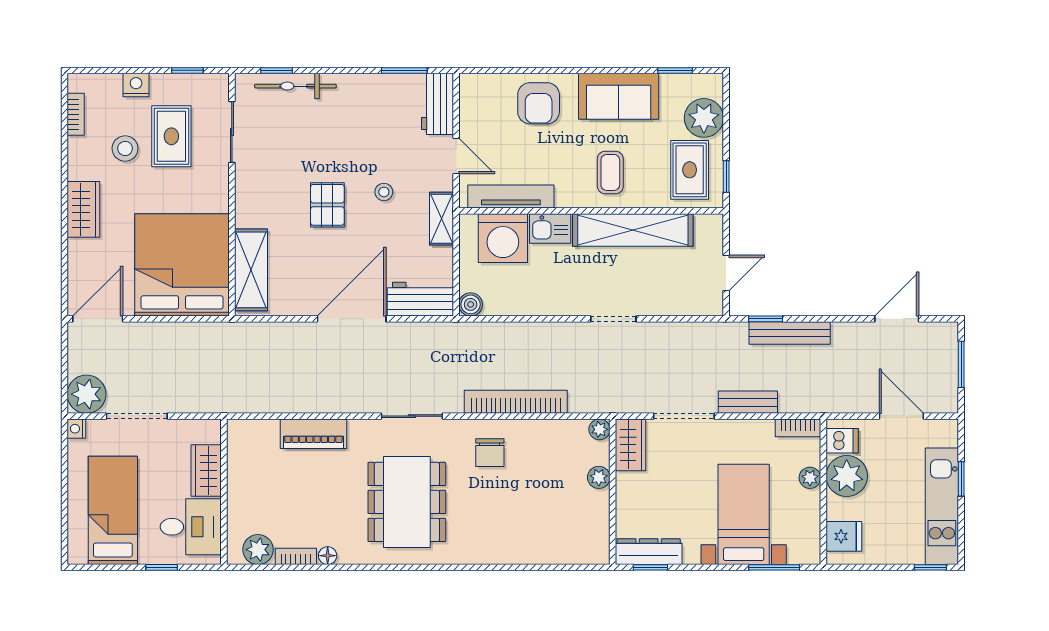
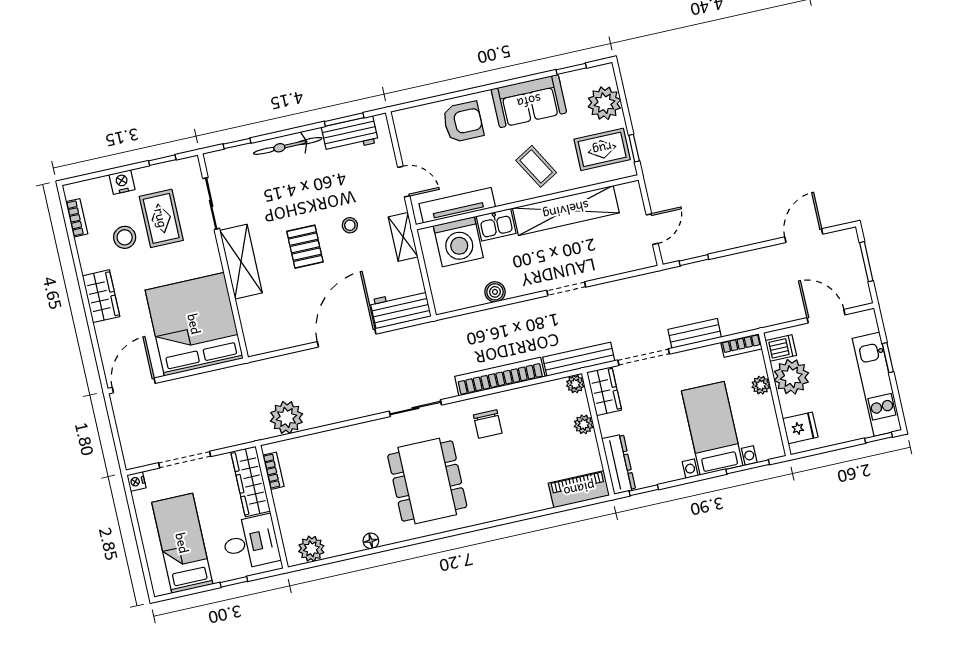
bicycle: (295, 86) -> (288, 146), moved
armchair: (539, 103) -> (463, 122), turned -90
workbench: (438, 104) -> (350, 135), moved, turned -90
rug: (690, 170) -> (602, 149), turned 90
coffee table: (610, 172) -> (536, 166), turned -30
shelving: (251, 270) -> (241, 262), moved
boiler: (471, 304) -> (495, 292), moved
bench: (790, 333) -> (579, 359), moved
plant: (86, 394) -> (286, 417), moved
piano: (313, 434) -> (579, 489), moved, turned 180
wardrobe: (206, 471) -> (251, 481), width x1.50
dresser: (649, 552) -> (619, 464), moved, turned 90
bookcase: (296, 556) -> (273, 471), moved, turned 90

